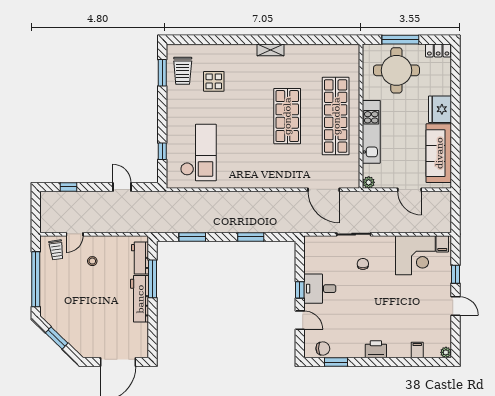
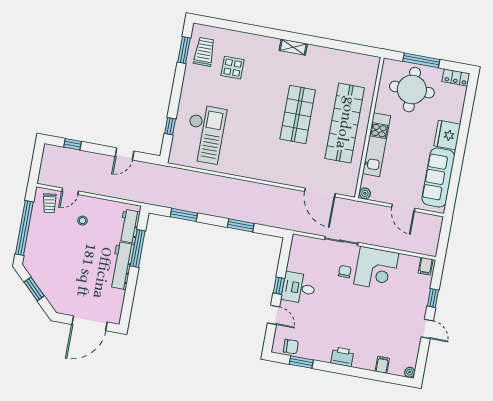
trolley: (183, 71) -> (204, 52), turned 180
door: (122, 187) -> (125, 154), swing flipped
corner desk: (415, 255) -> (376, 269), moved

